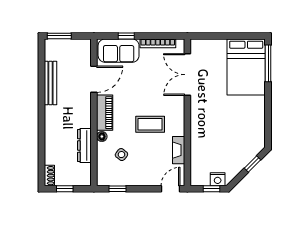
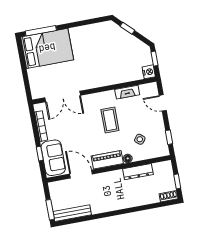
bench: (50, 83) -> (72, 213), moved
nightstand: (218, 179) -> (149, 72), moved
door: (170, 189) -> (163, 103), moved

